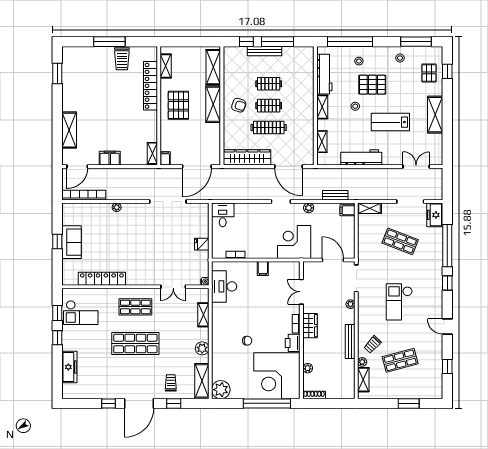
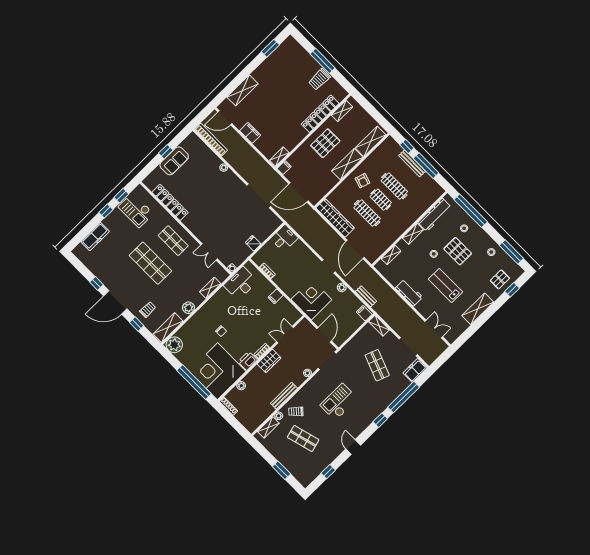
clothes rail: (269, 84) -> (394, 186), width x1.36
workbench: (361, 157) -> (409, 293), width x0.73

